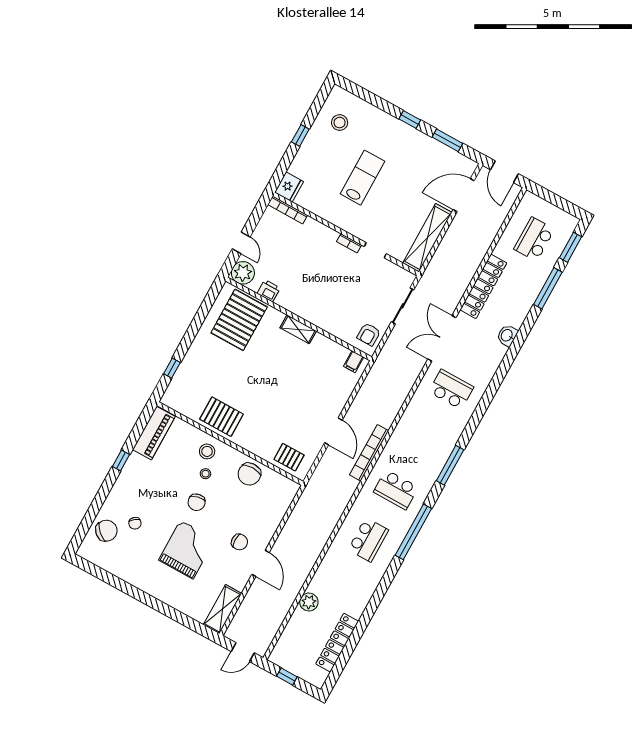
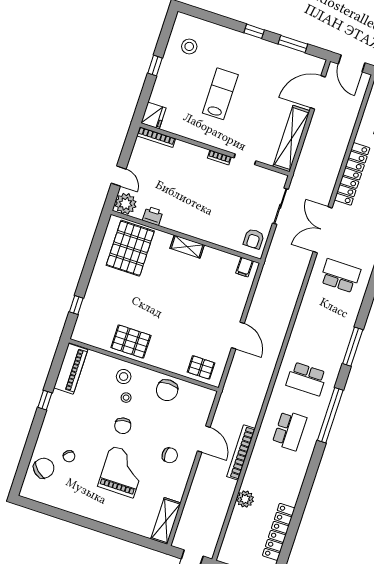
bookcase: (369, 453) -> (241, 452), moved
door: (260, 563) -> (204, 439), moved

